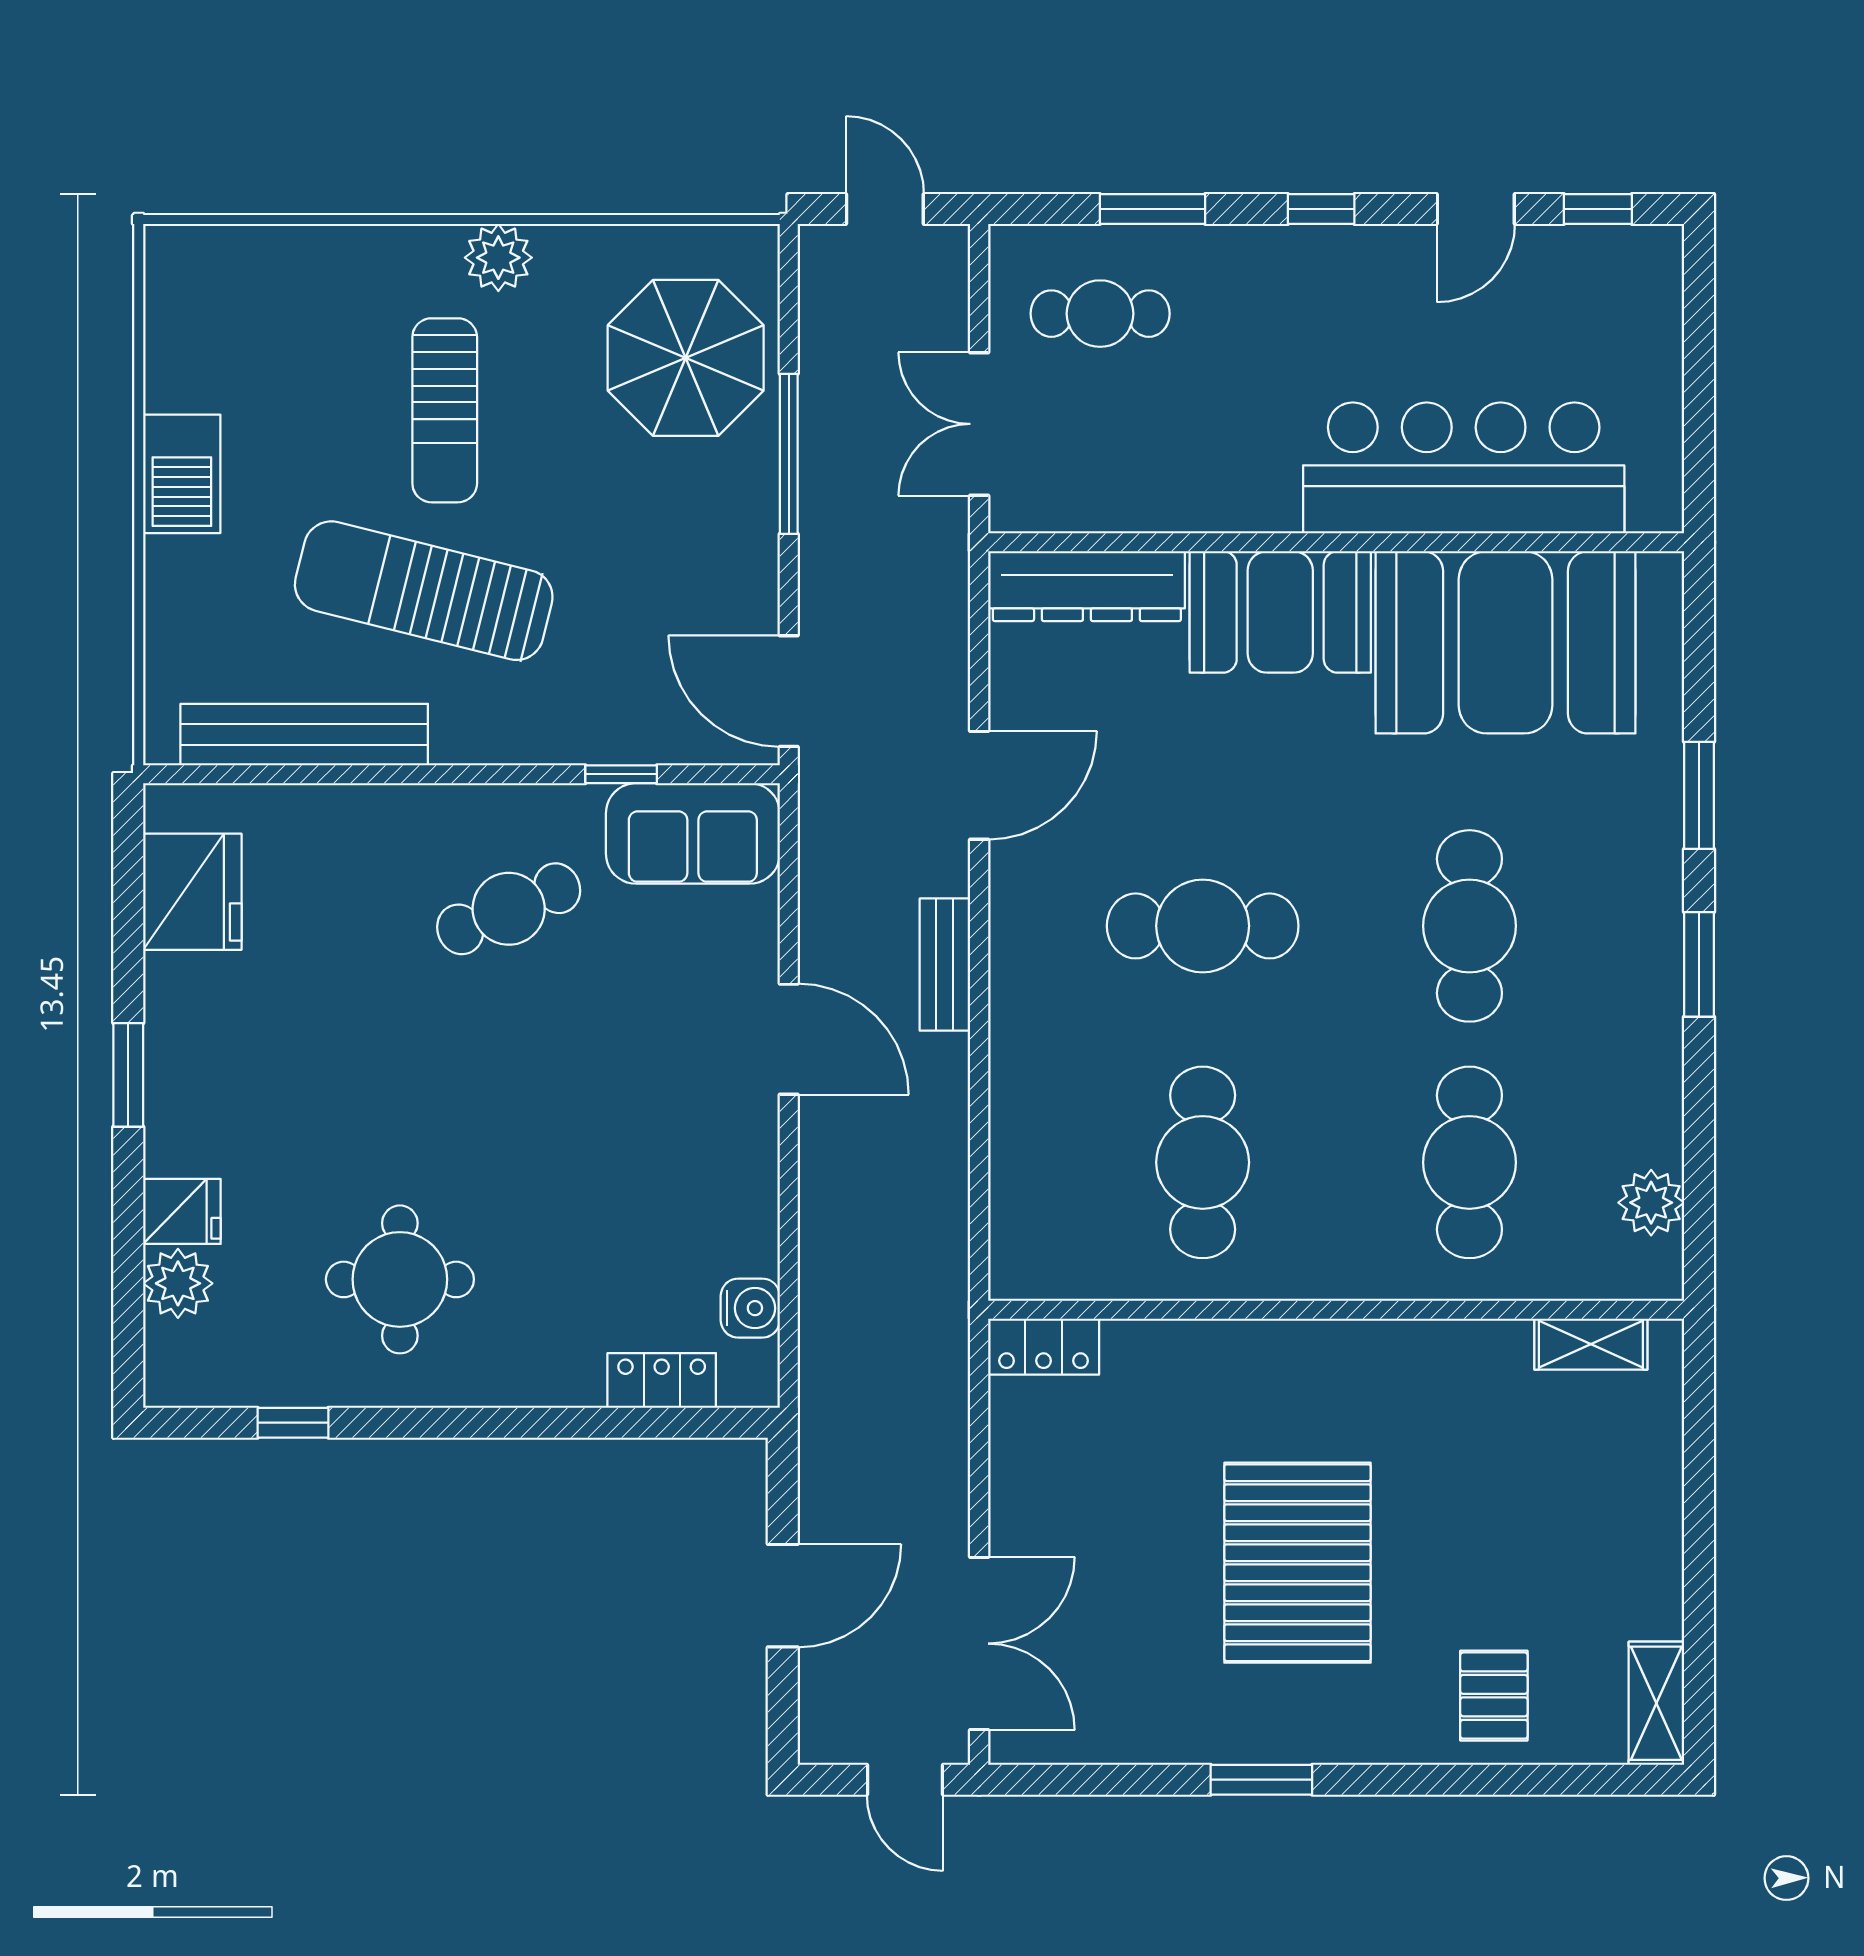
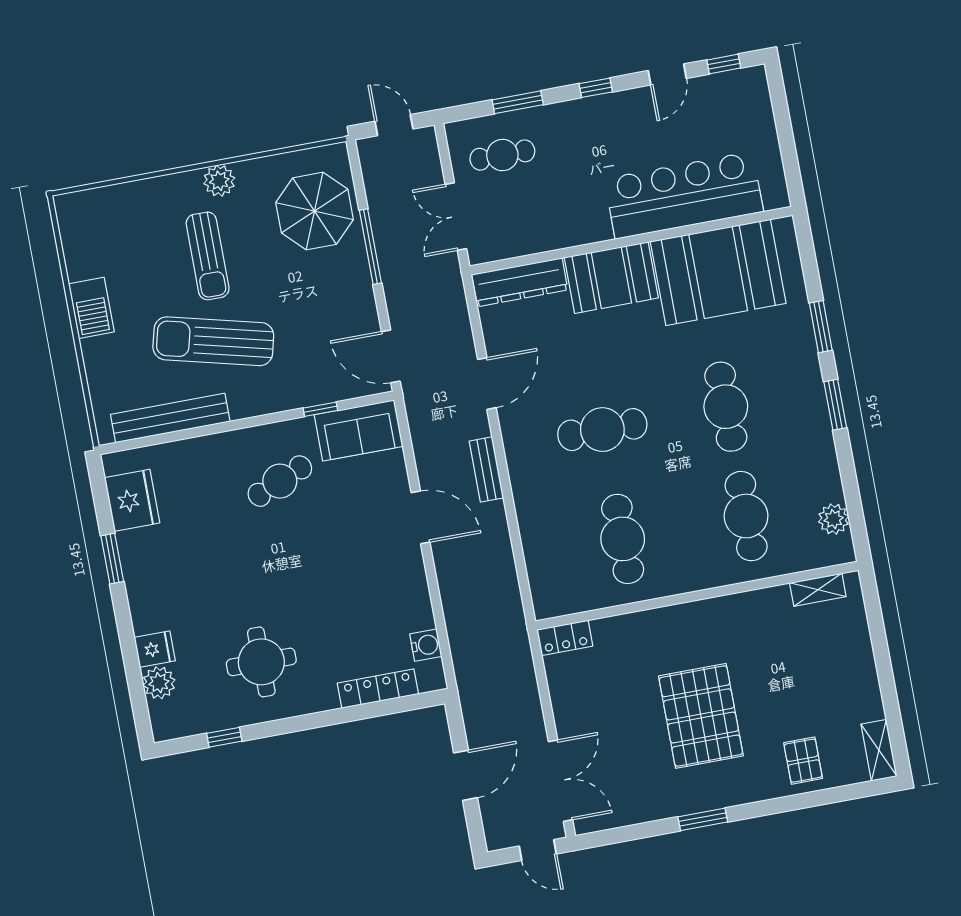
window: (128, 1075) -> (112, 559), moved
locker: (662, 1380) -> (378, 689), width x1.53

